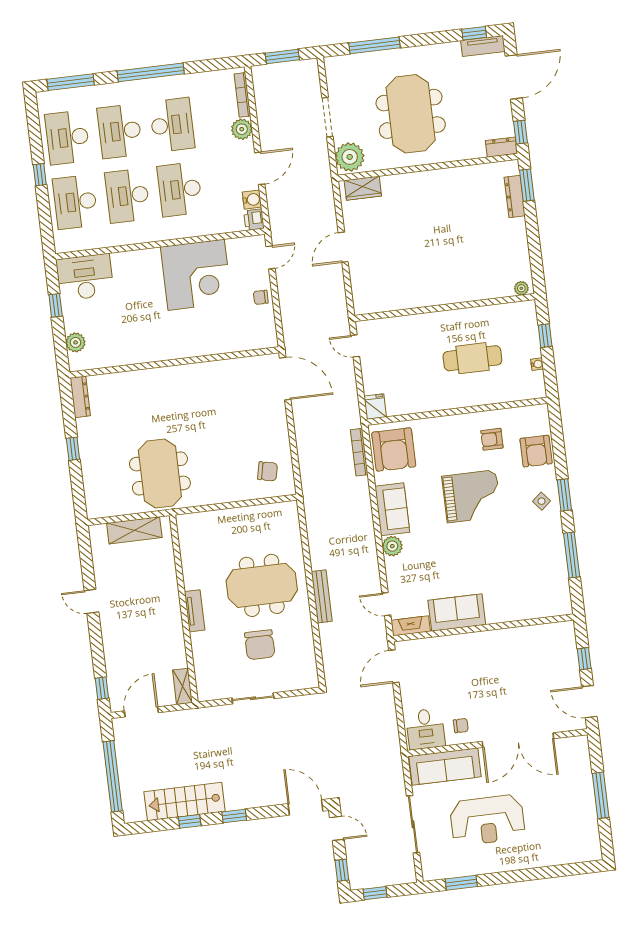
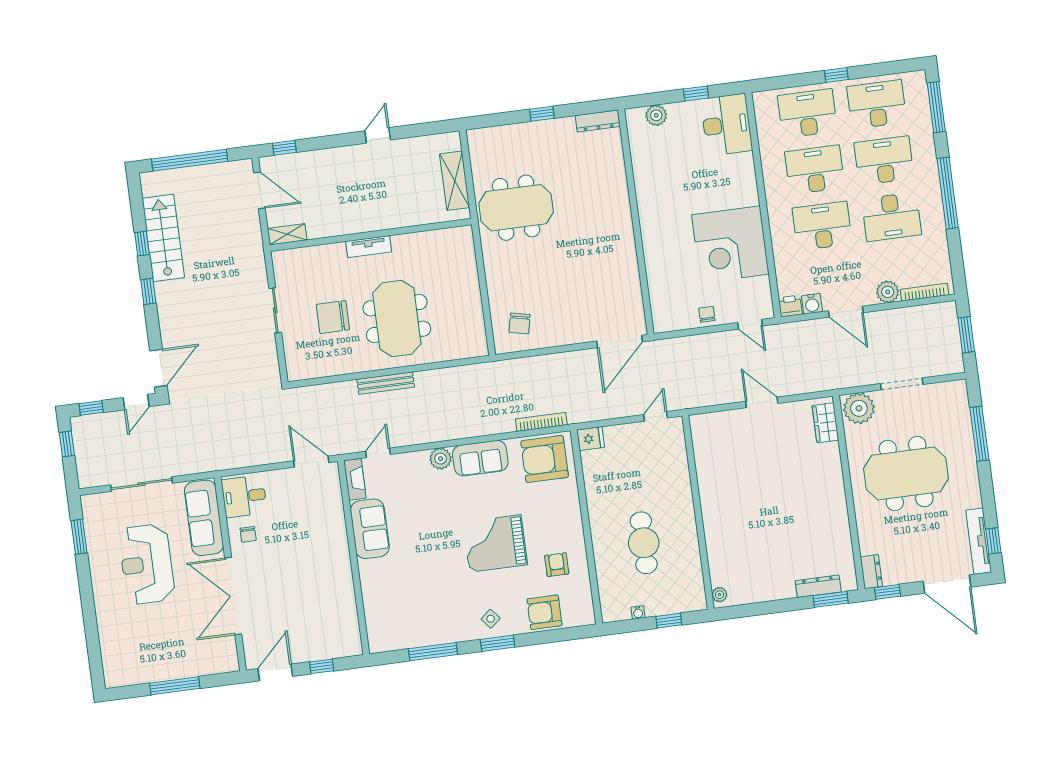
tv unit: (483, 46) -> (979, 541), width x1.41
grand piano: (472, 496) -> (495, 543), turned 90

